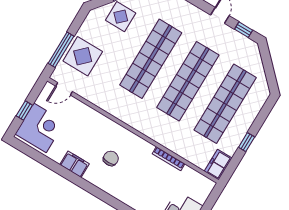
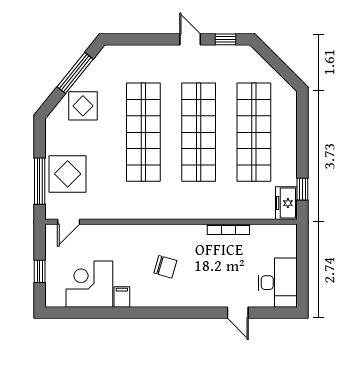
corner desk: (40, 128) -> (89, 284), moved, turned -90
window: (247, 142) -> (302, 189), moved
chair: (111, 158) -> (165, 267), turned 106
filing cabinet: (75, 164) -> (122, 297), width x0.50

